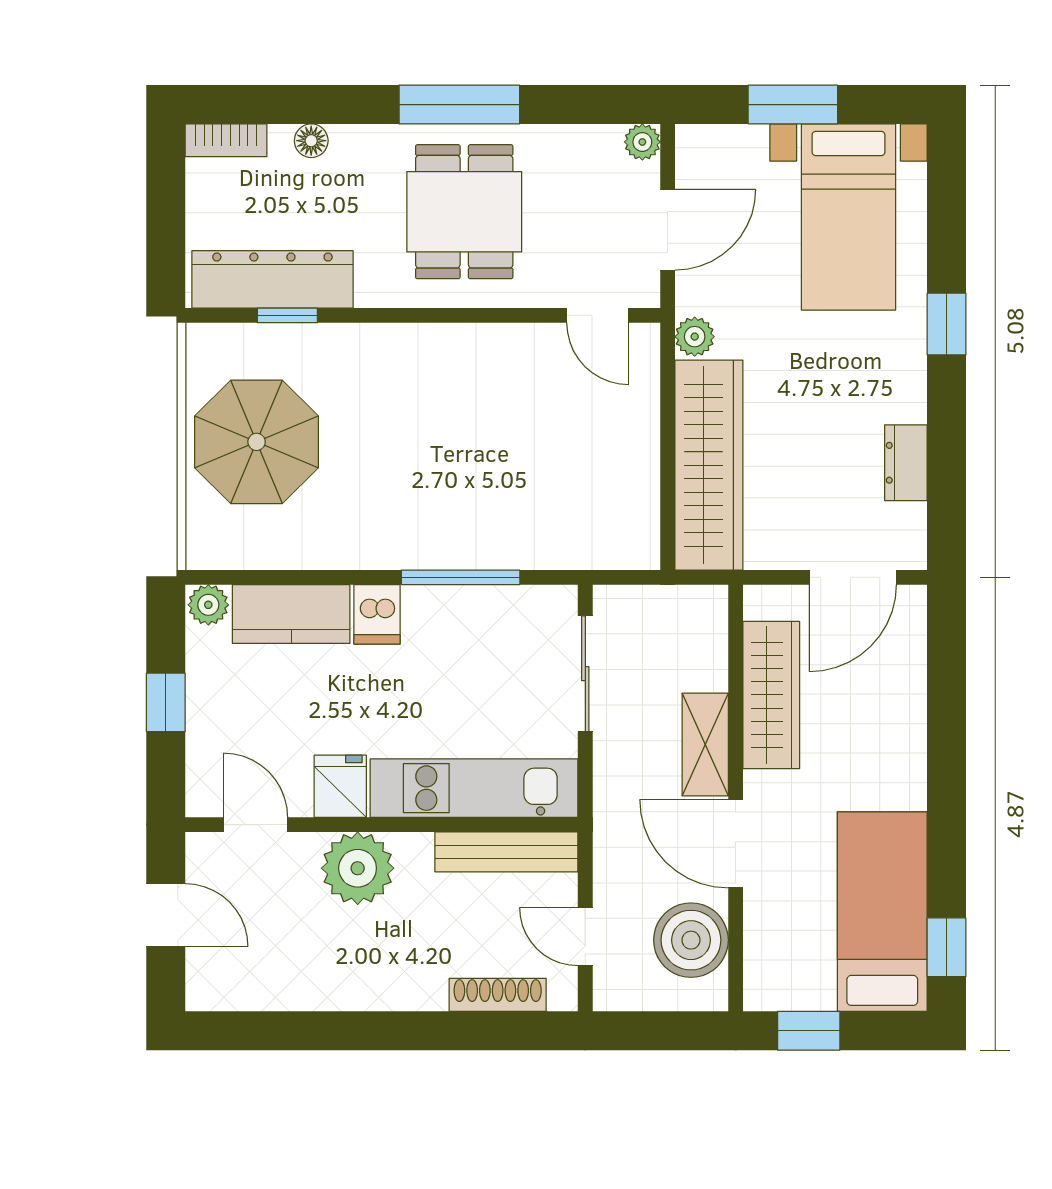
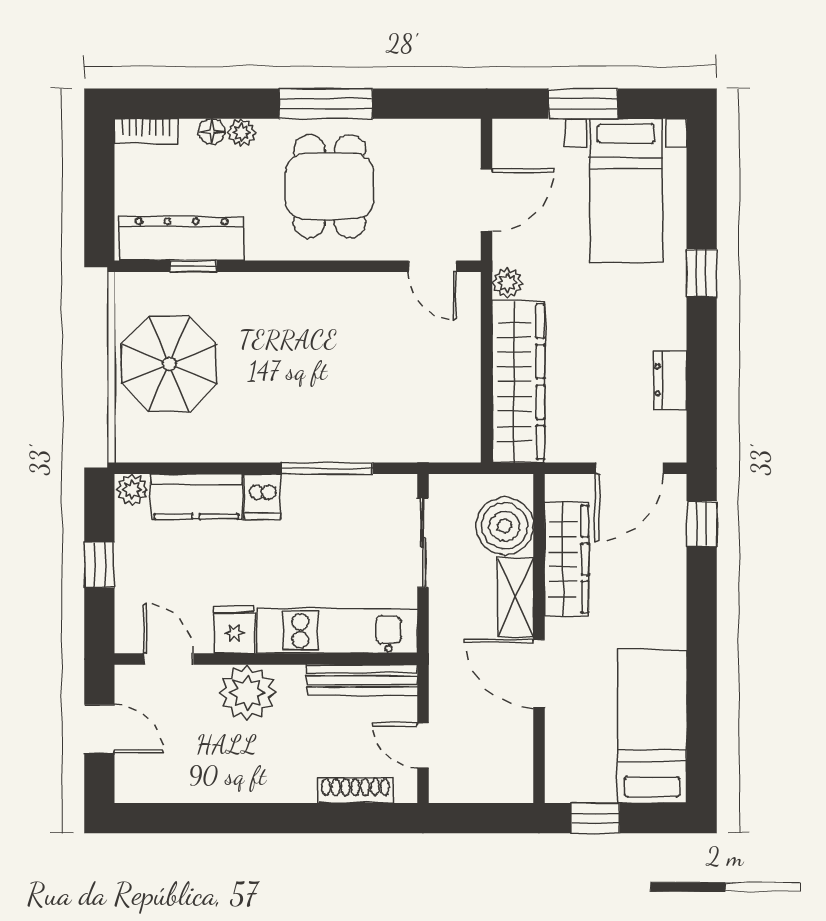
plant: (642, 142) -> (241, 133), moved
boiler: (691, 940) -> (505, 526), moved
window: (947, 947) -> (702, 524), moved

